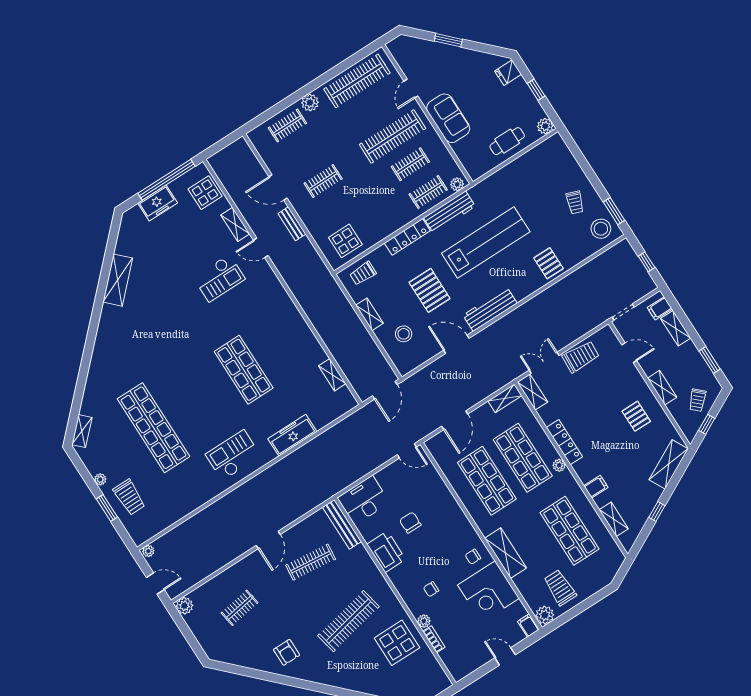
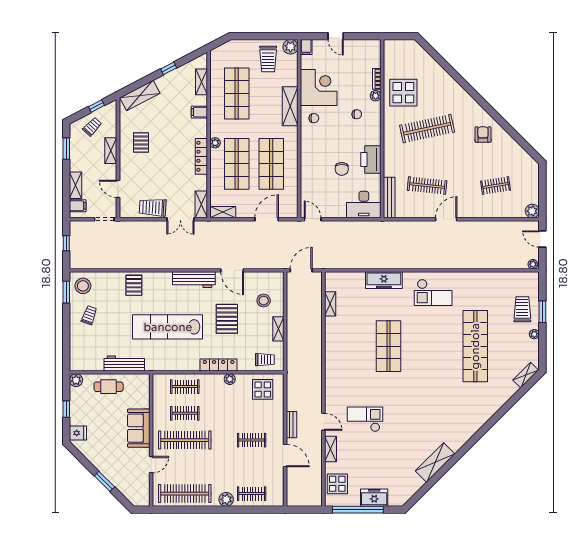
plant: (457, 184) -> (230, 379), moved
workbench: (449, 212) -> (124, 364), moved

